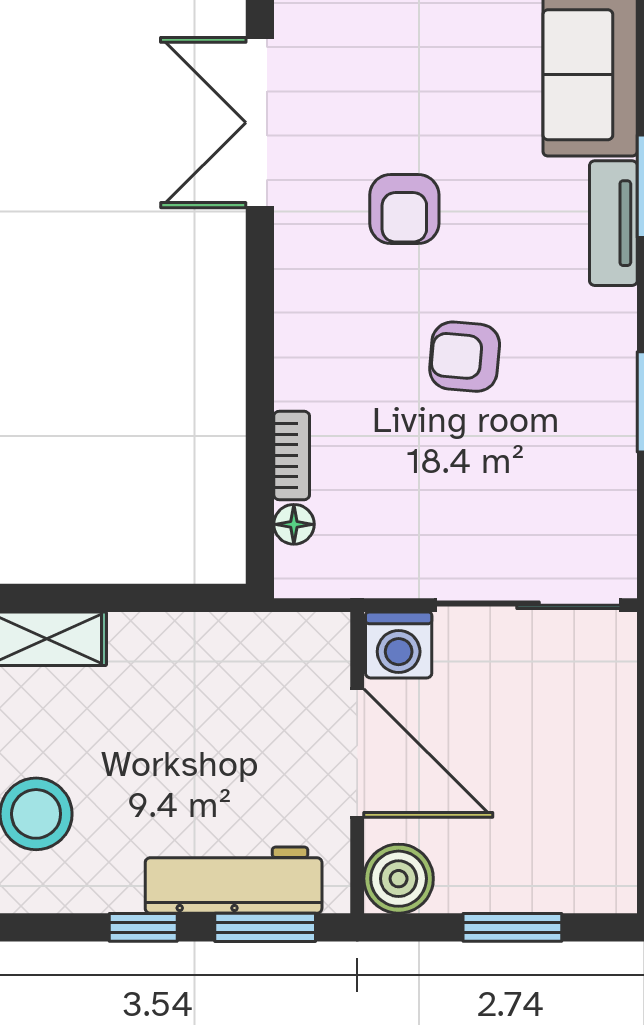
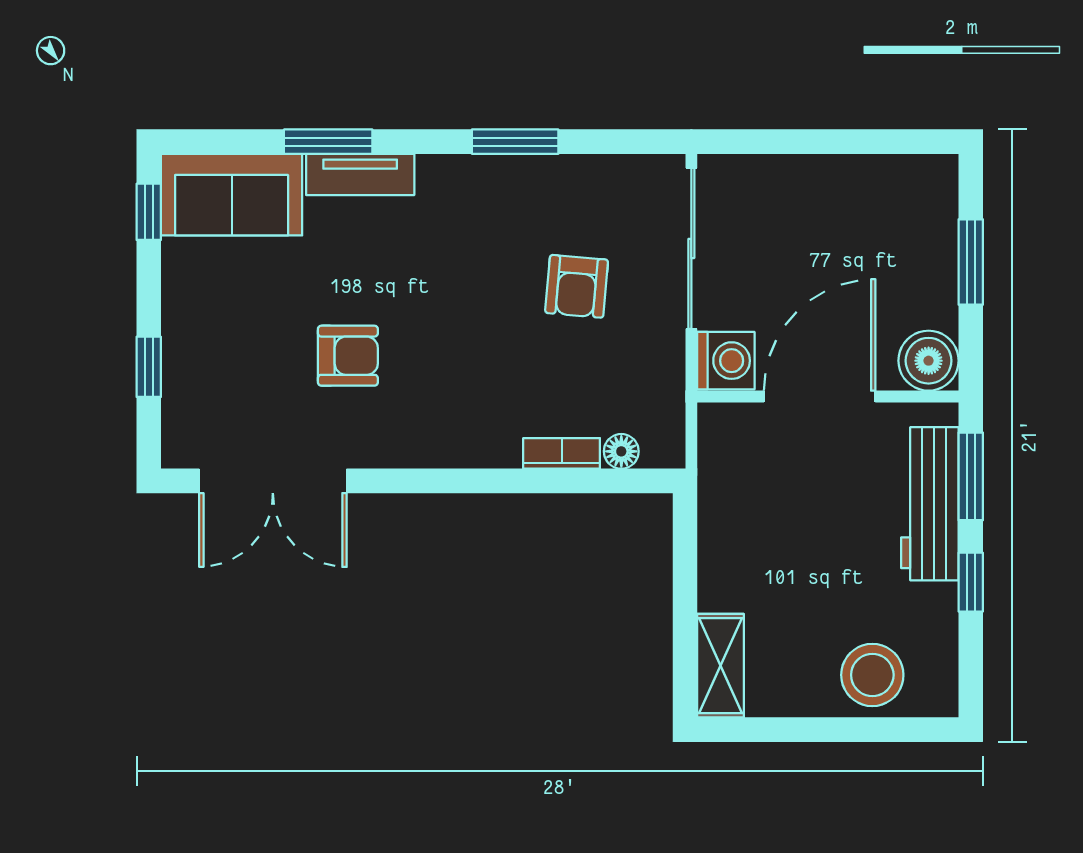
armchair: (465, 357) -> (577, 286), moved

